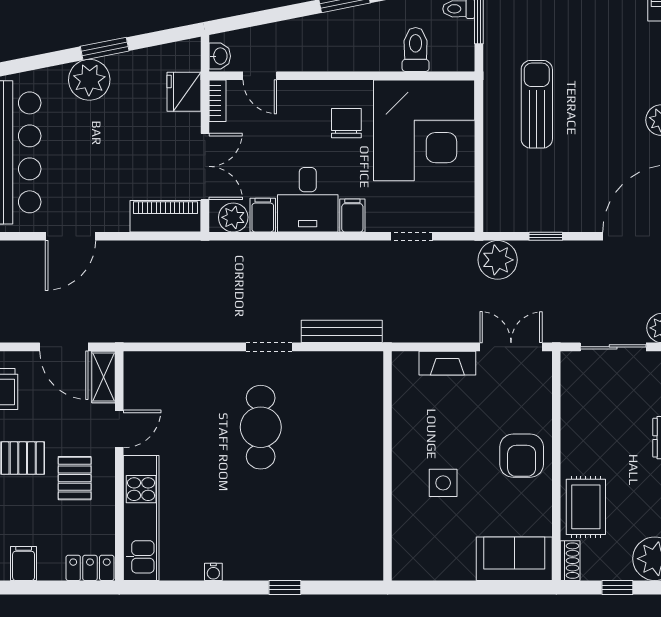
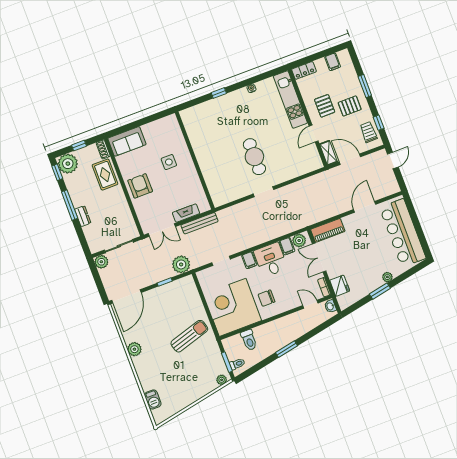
plant: (89, 80) -> (387, 277), width x0.53, depth x0.53
sun lounger: (537, 104) -> (189, 336), turned -107
chair: (346, 123) -> (266, 298), turned 90
bench: (342, 331) -> (200, 223), moved

